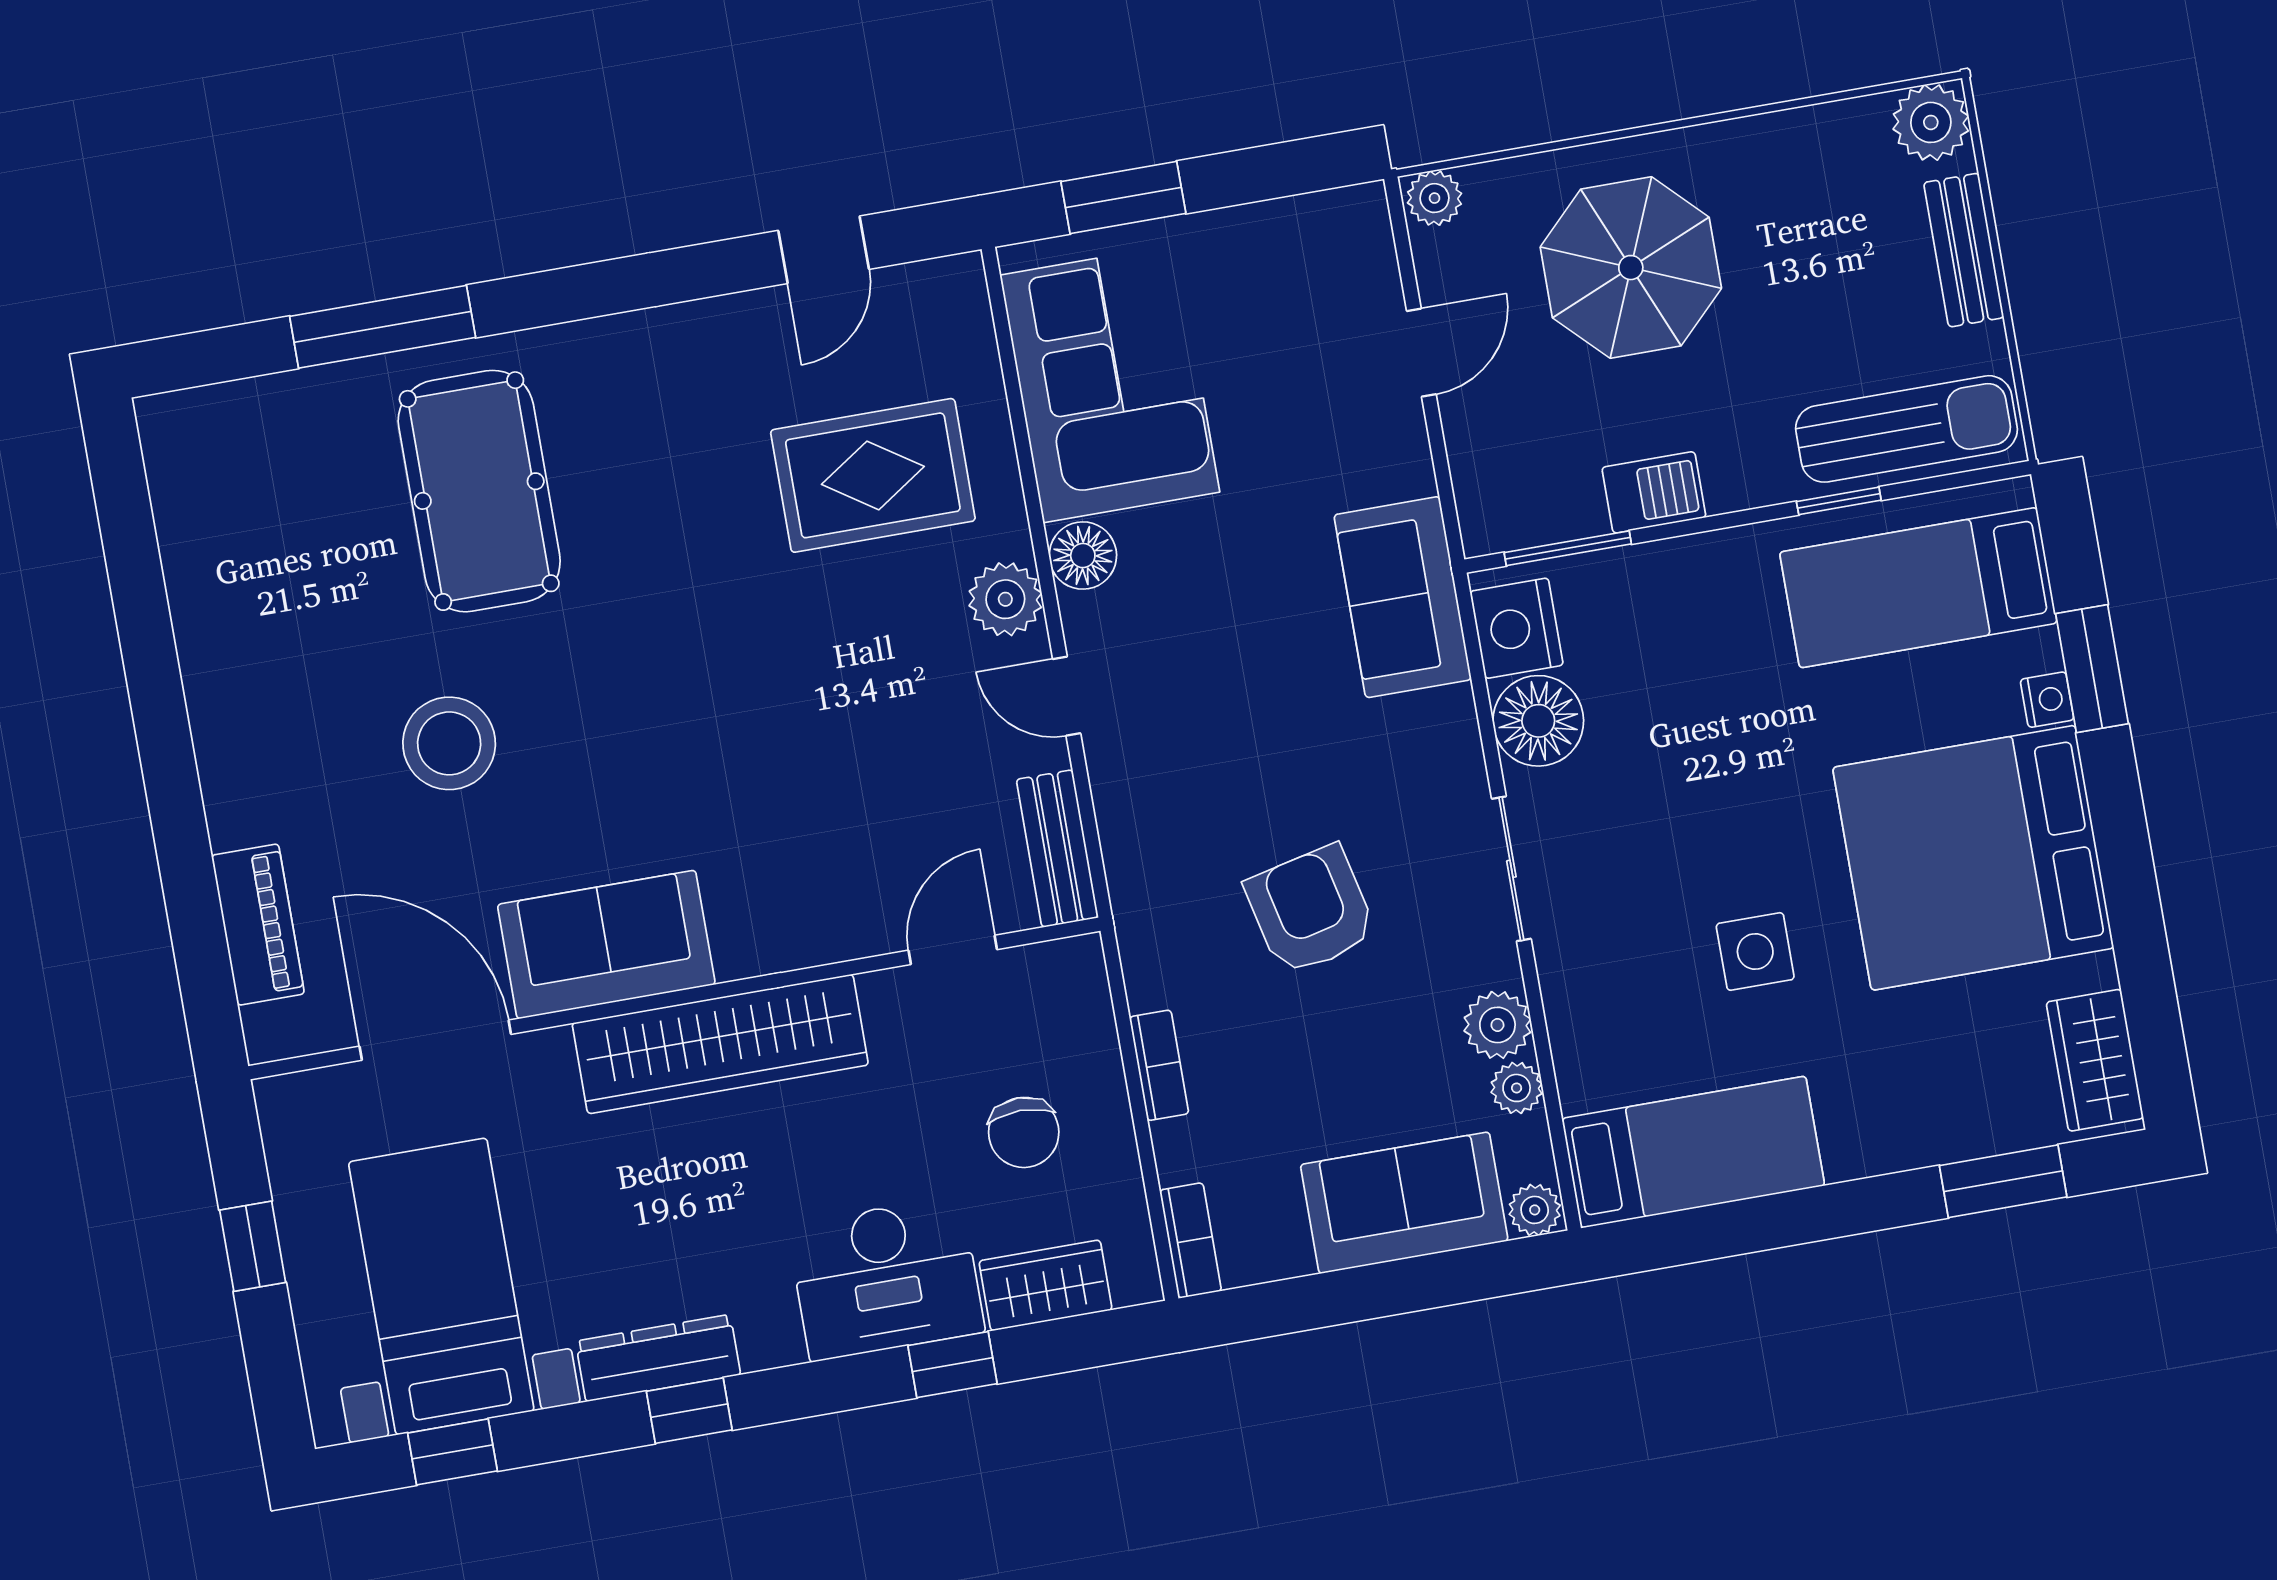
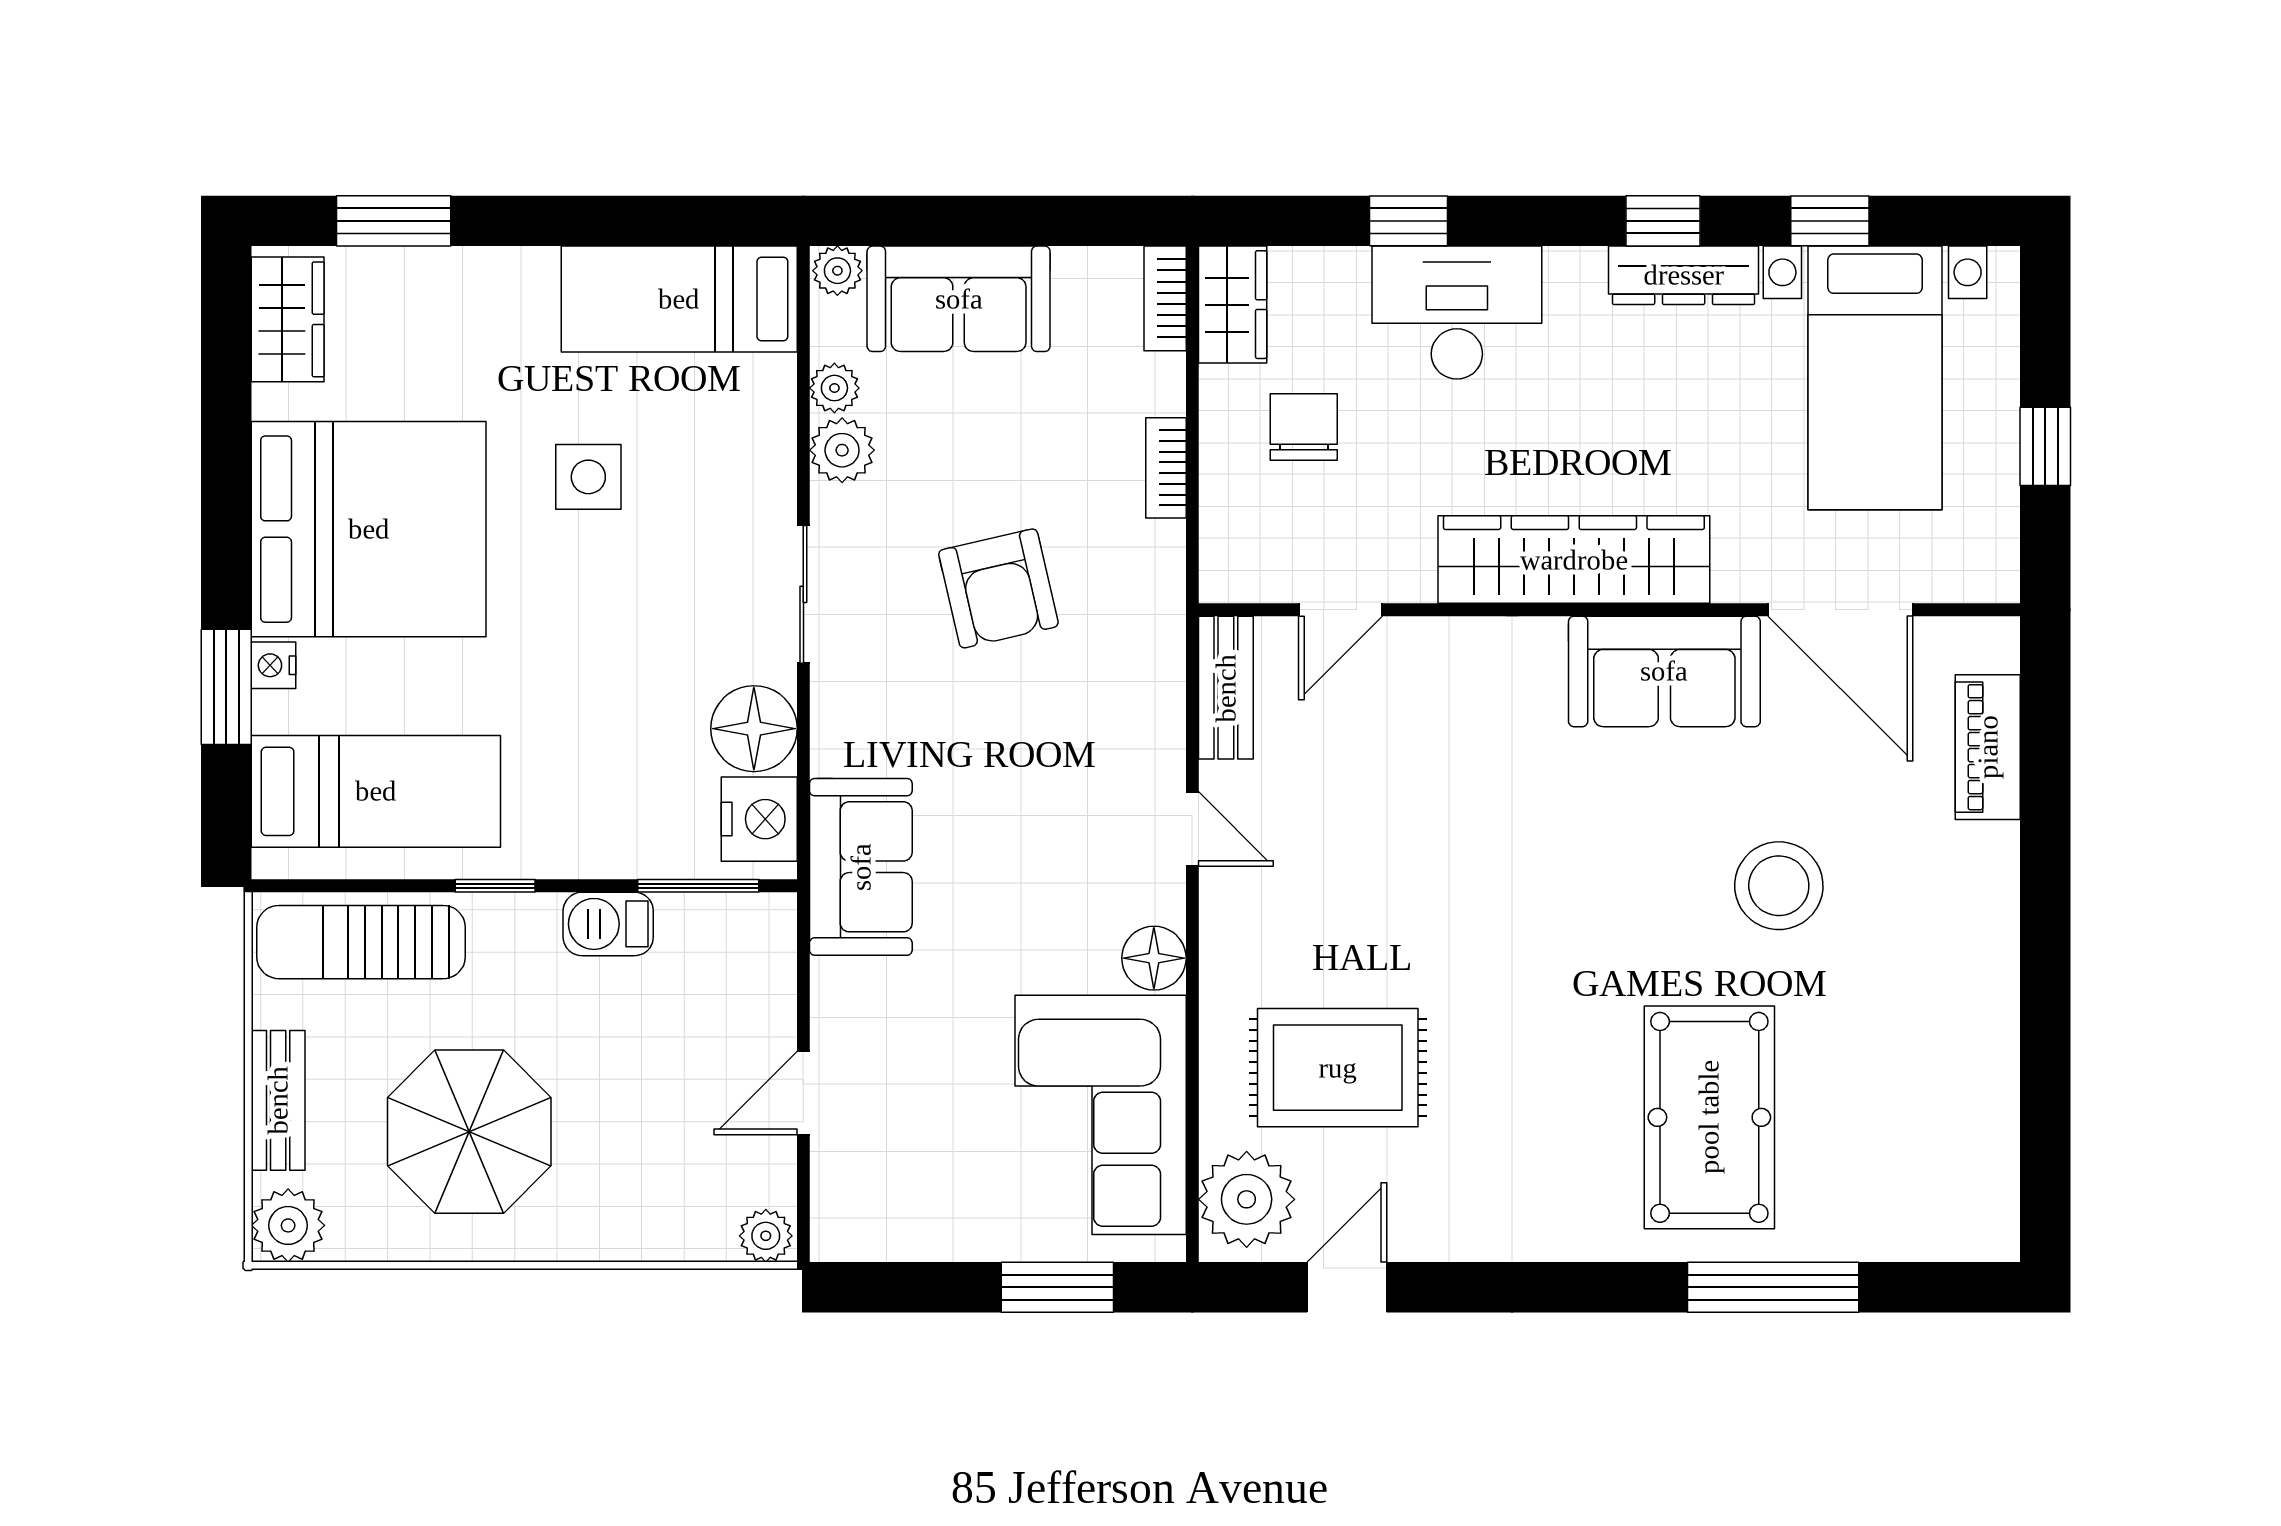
parasol: (1631, 268) -> (469, 1132), moved
window: (1839, 501) -> (495, 886), moved
plant: (1005, 599) -> (1247, 1199), moved, width x1.36, depth x1.36
wardrobe: (1046, 1285) -> (1233, 305), moved, turned -90
window: (452, 1452) -> (1830, 221), moved

